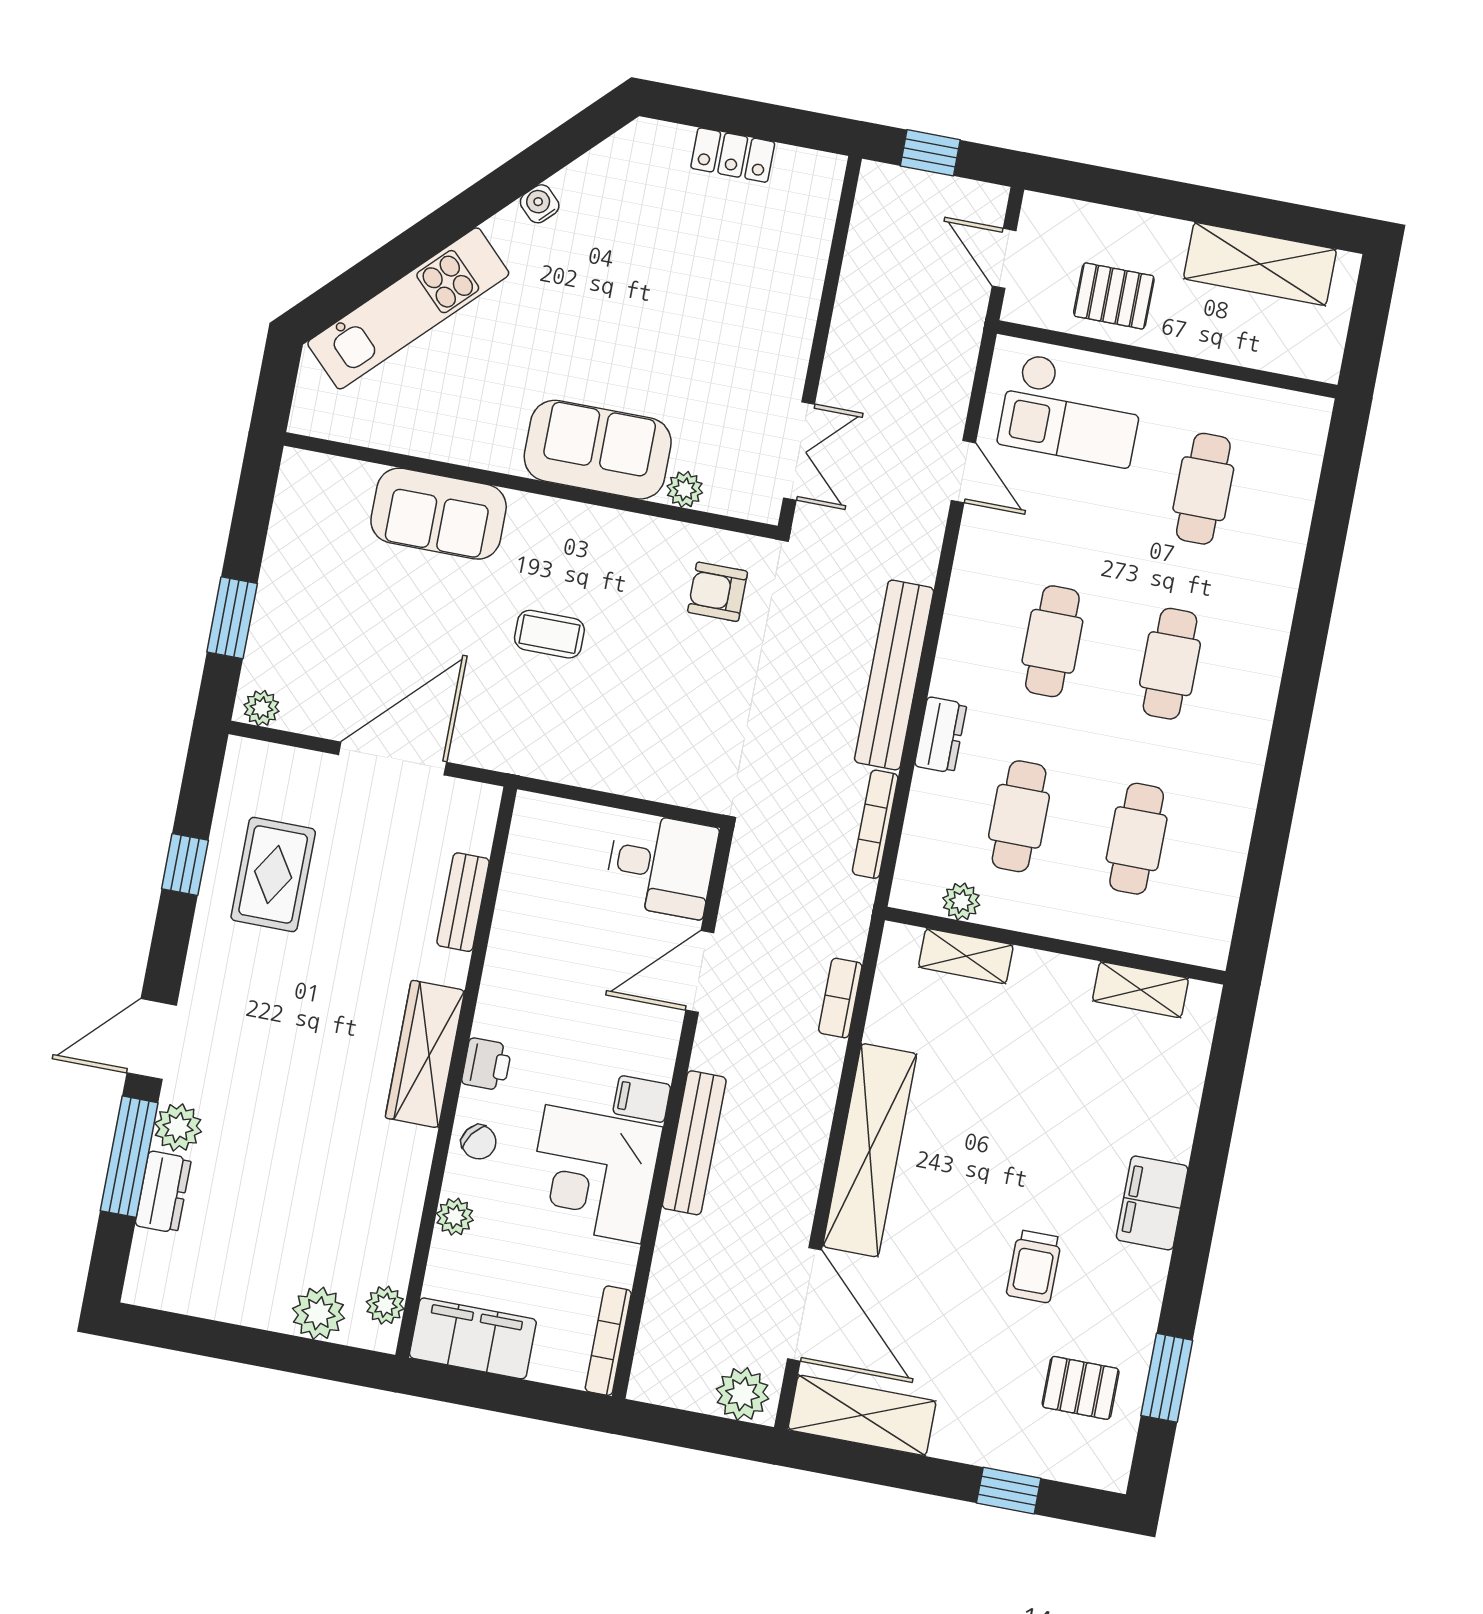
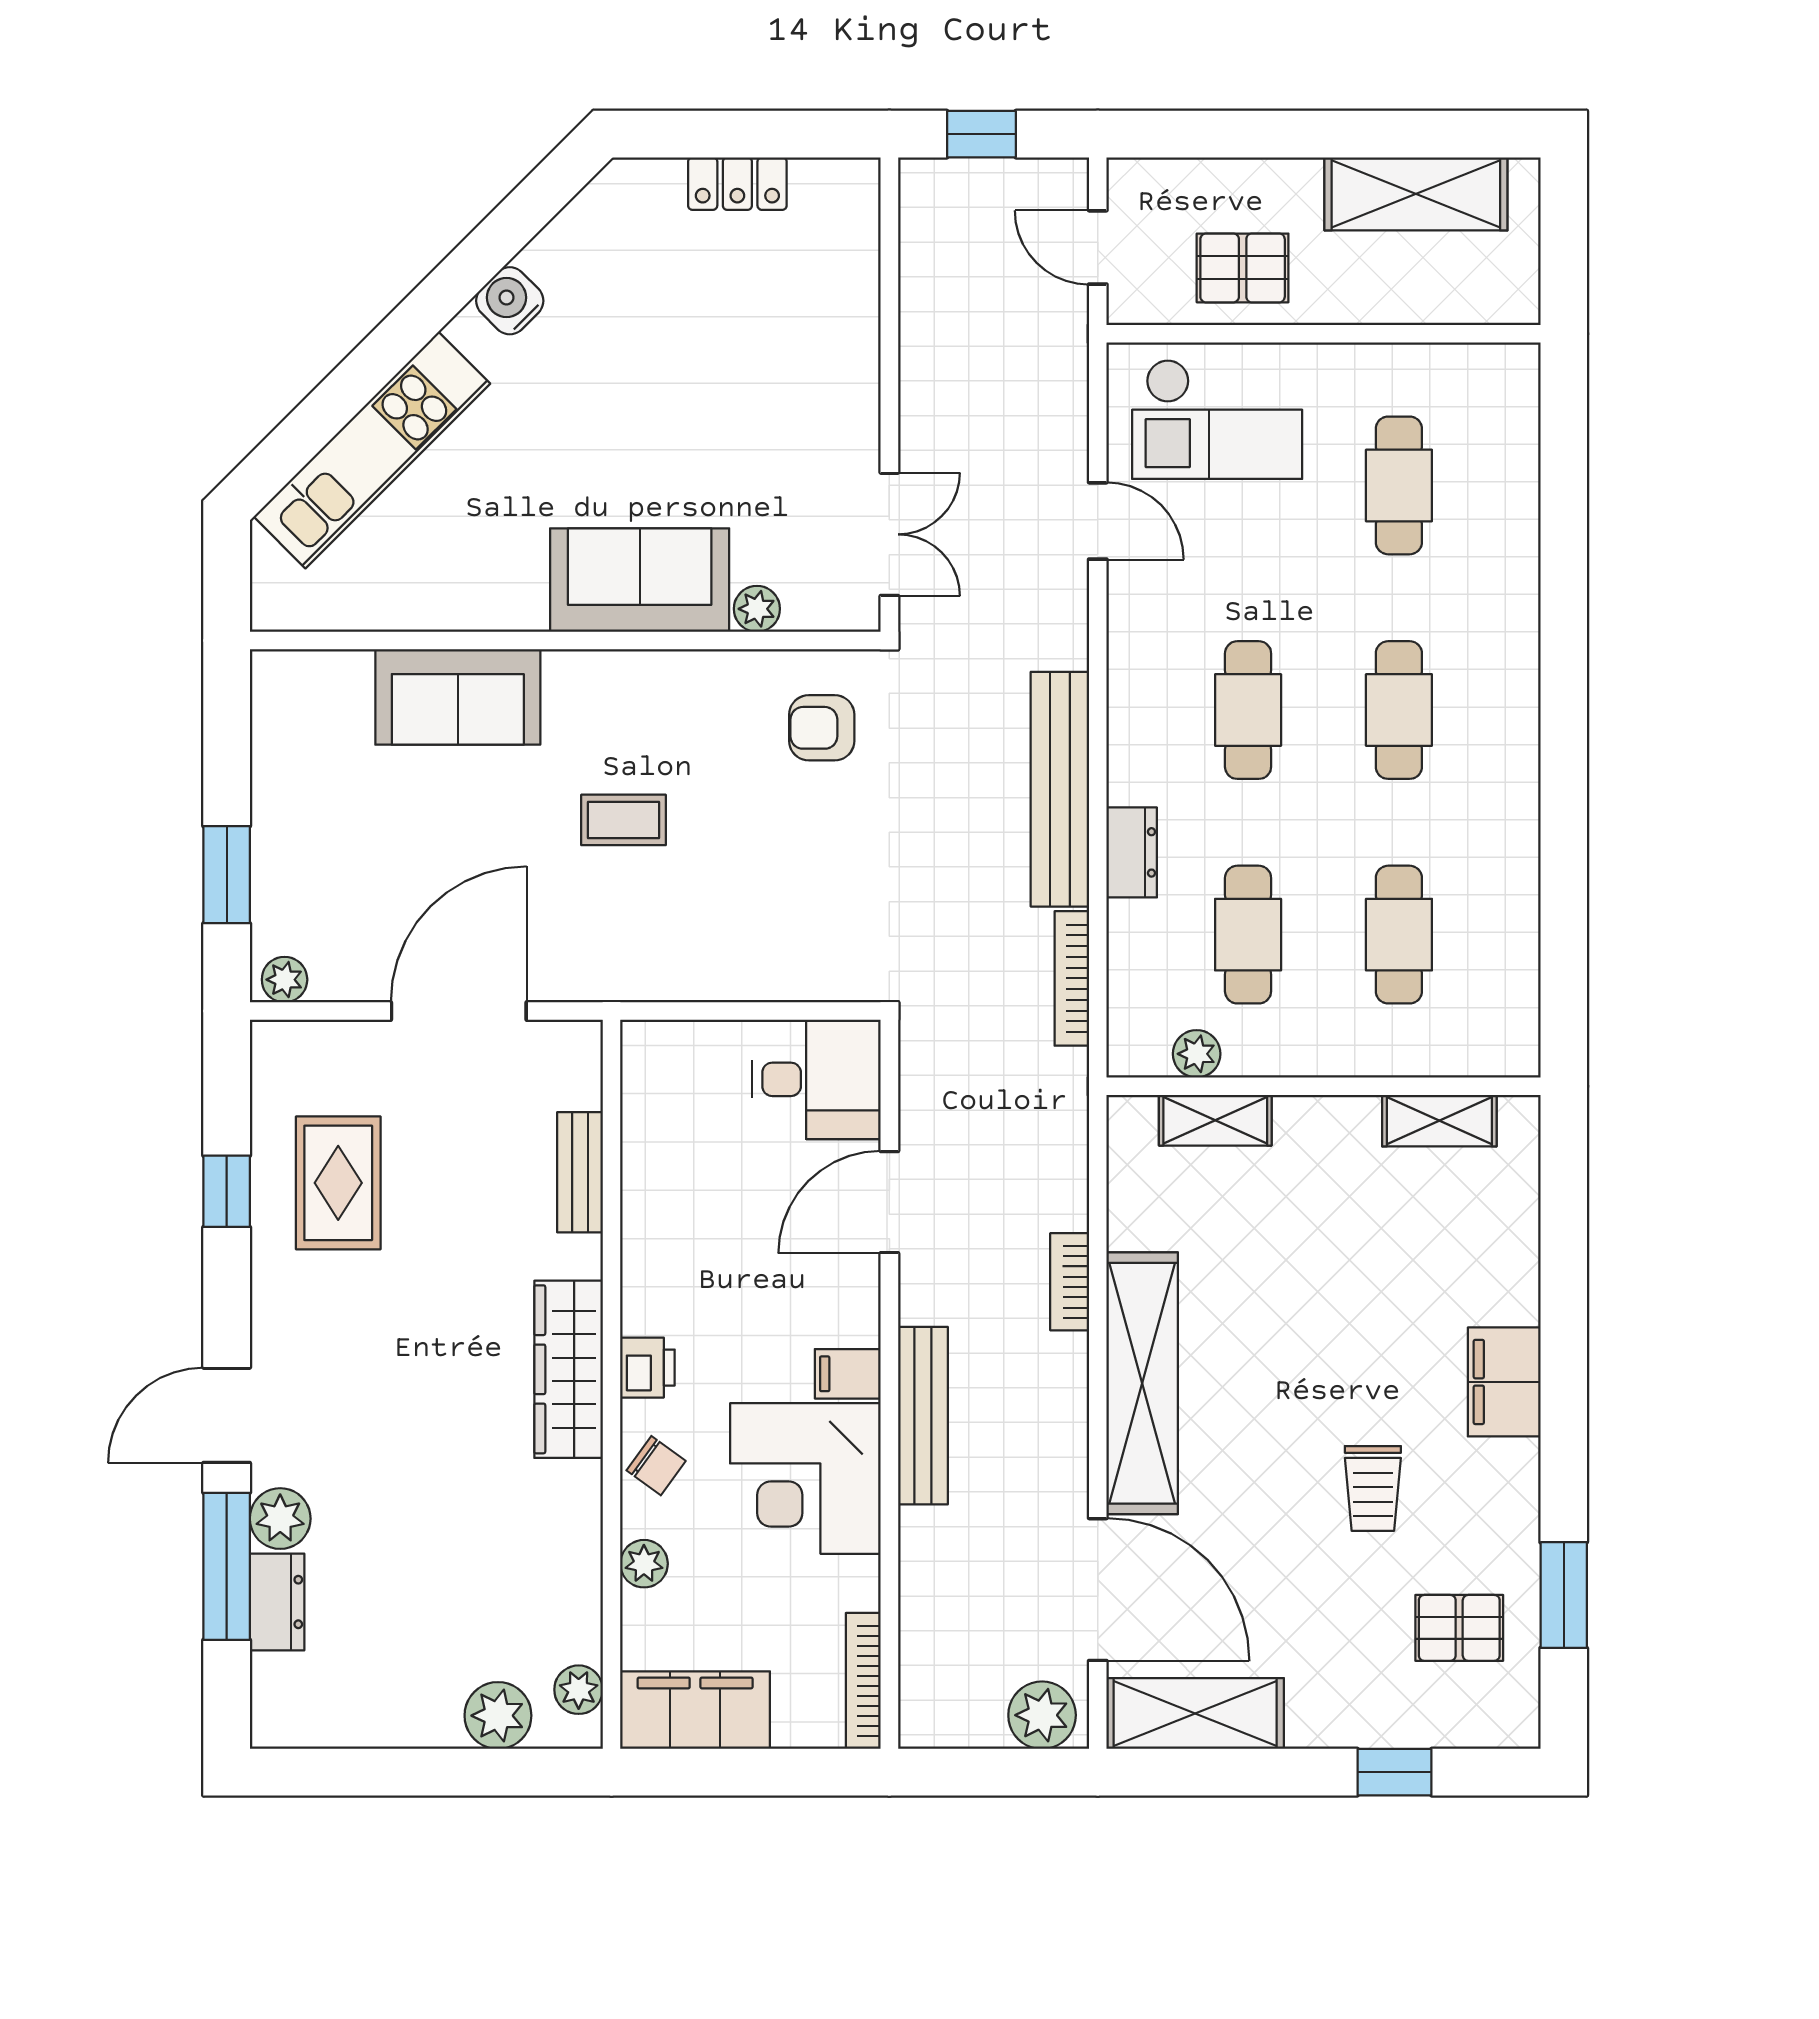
water cooler: (540, 204) -> (510, 301), width x1.38, depth x1.38
bookcase: (840, 998) -> (1070, 1282), moved

